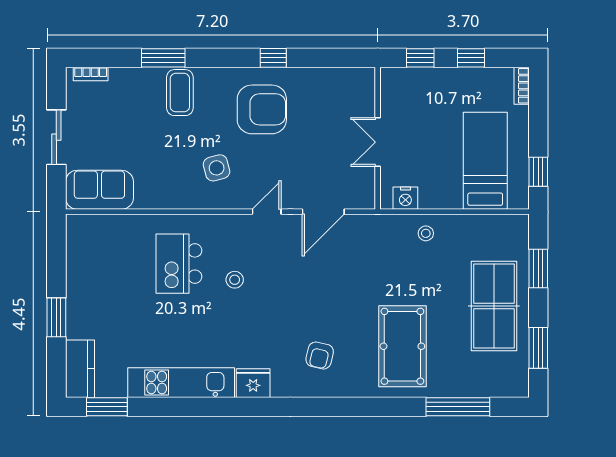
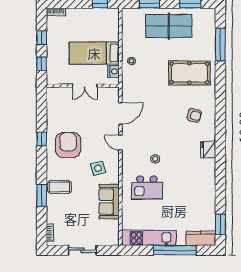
bed: (485, 161) -> (94, 53), moved
sofa: (99, 190) -> (109, 202), moved
door: (323, 212) -> (120, 114), hinge flipped
window: (56, 317) -> (175, 250), width x2.11
kitchen unit: (181, 383) -> (149, 238), moved, turned 90

